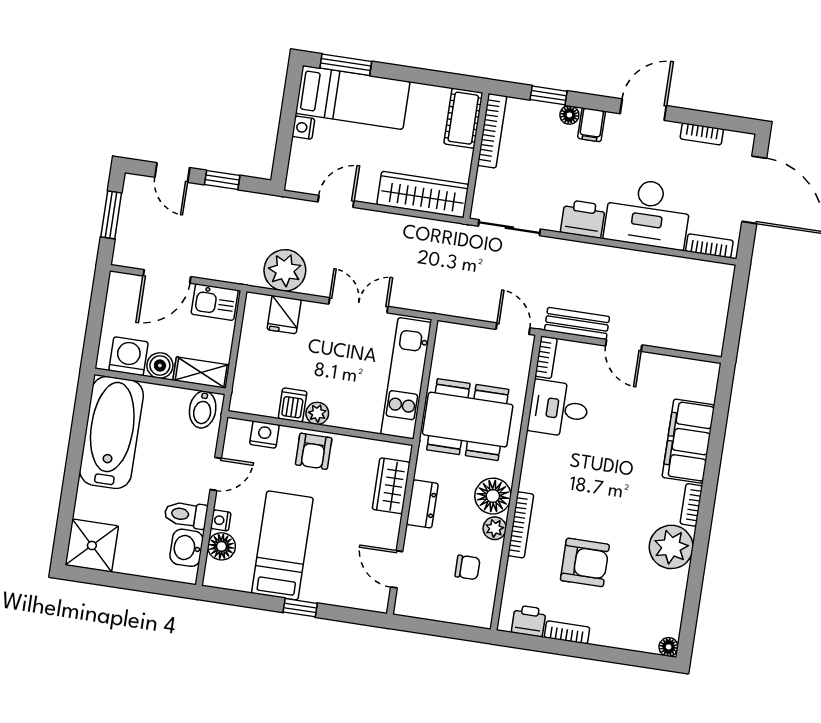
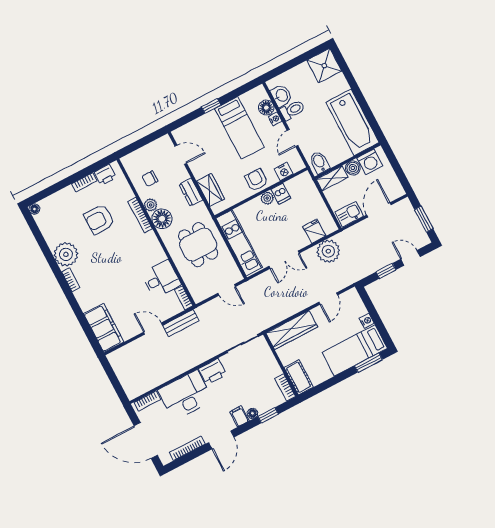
bookcase: (492, 131) -> (285, 387), width x0.64
bookcase: (702, 134) -> (187, 448), width x1.56
door: (513, 329) -> (227, 290), moved
dining table: (468, 420) -> (198, 245), width x0.73
filing cabinet: (688, 441) -> (104, 328), moved

